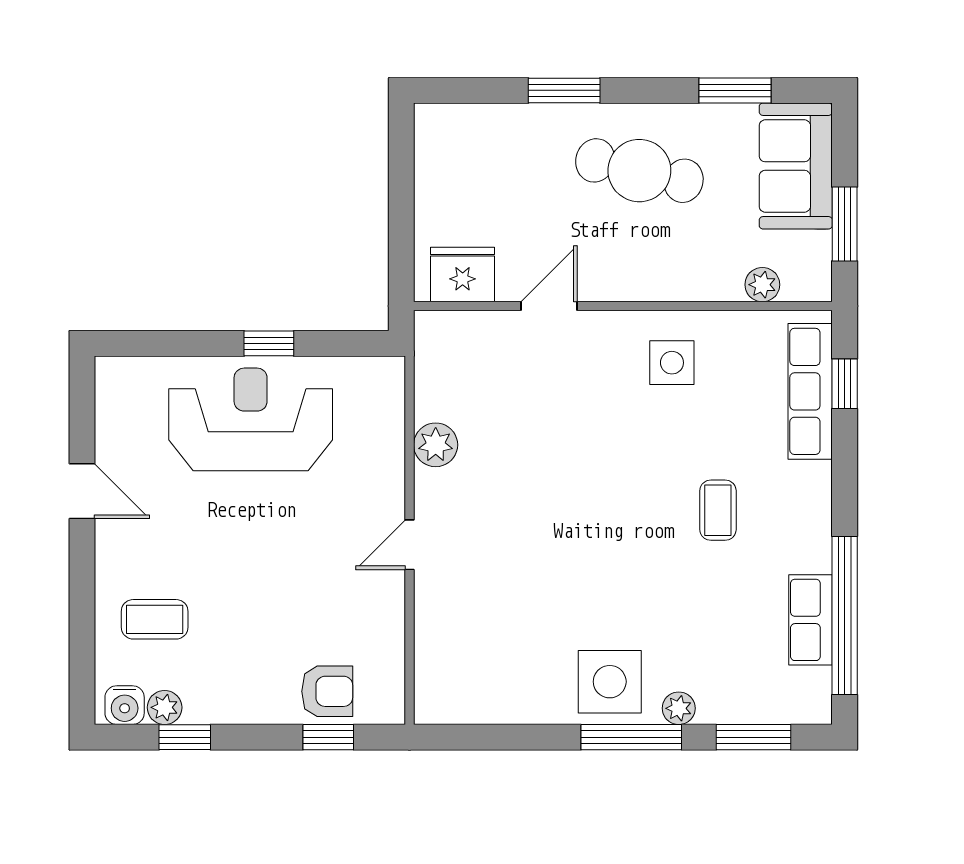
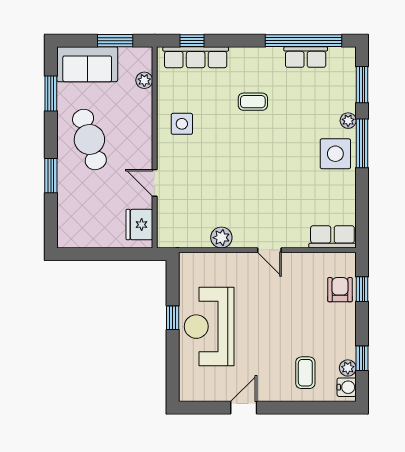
cafe table: (639, 171) -> (89, 139), turned -30
row of seats: (437, 676) -> (332, 237), added

